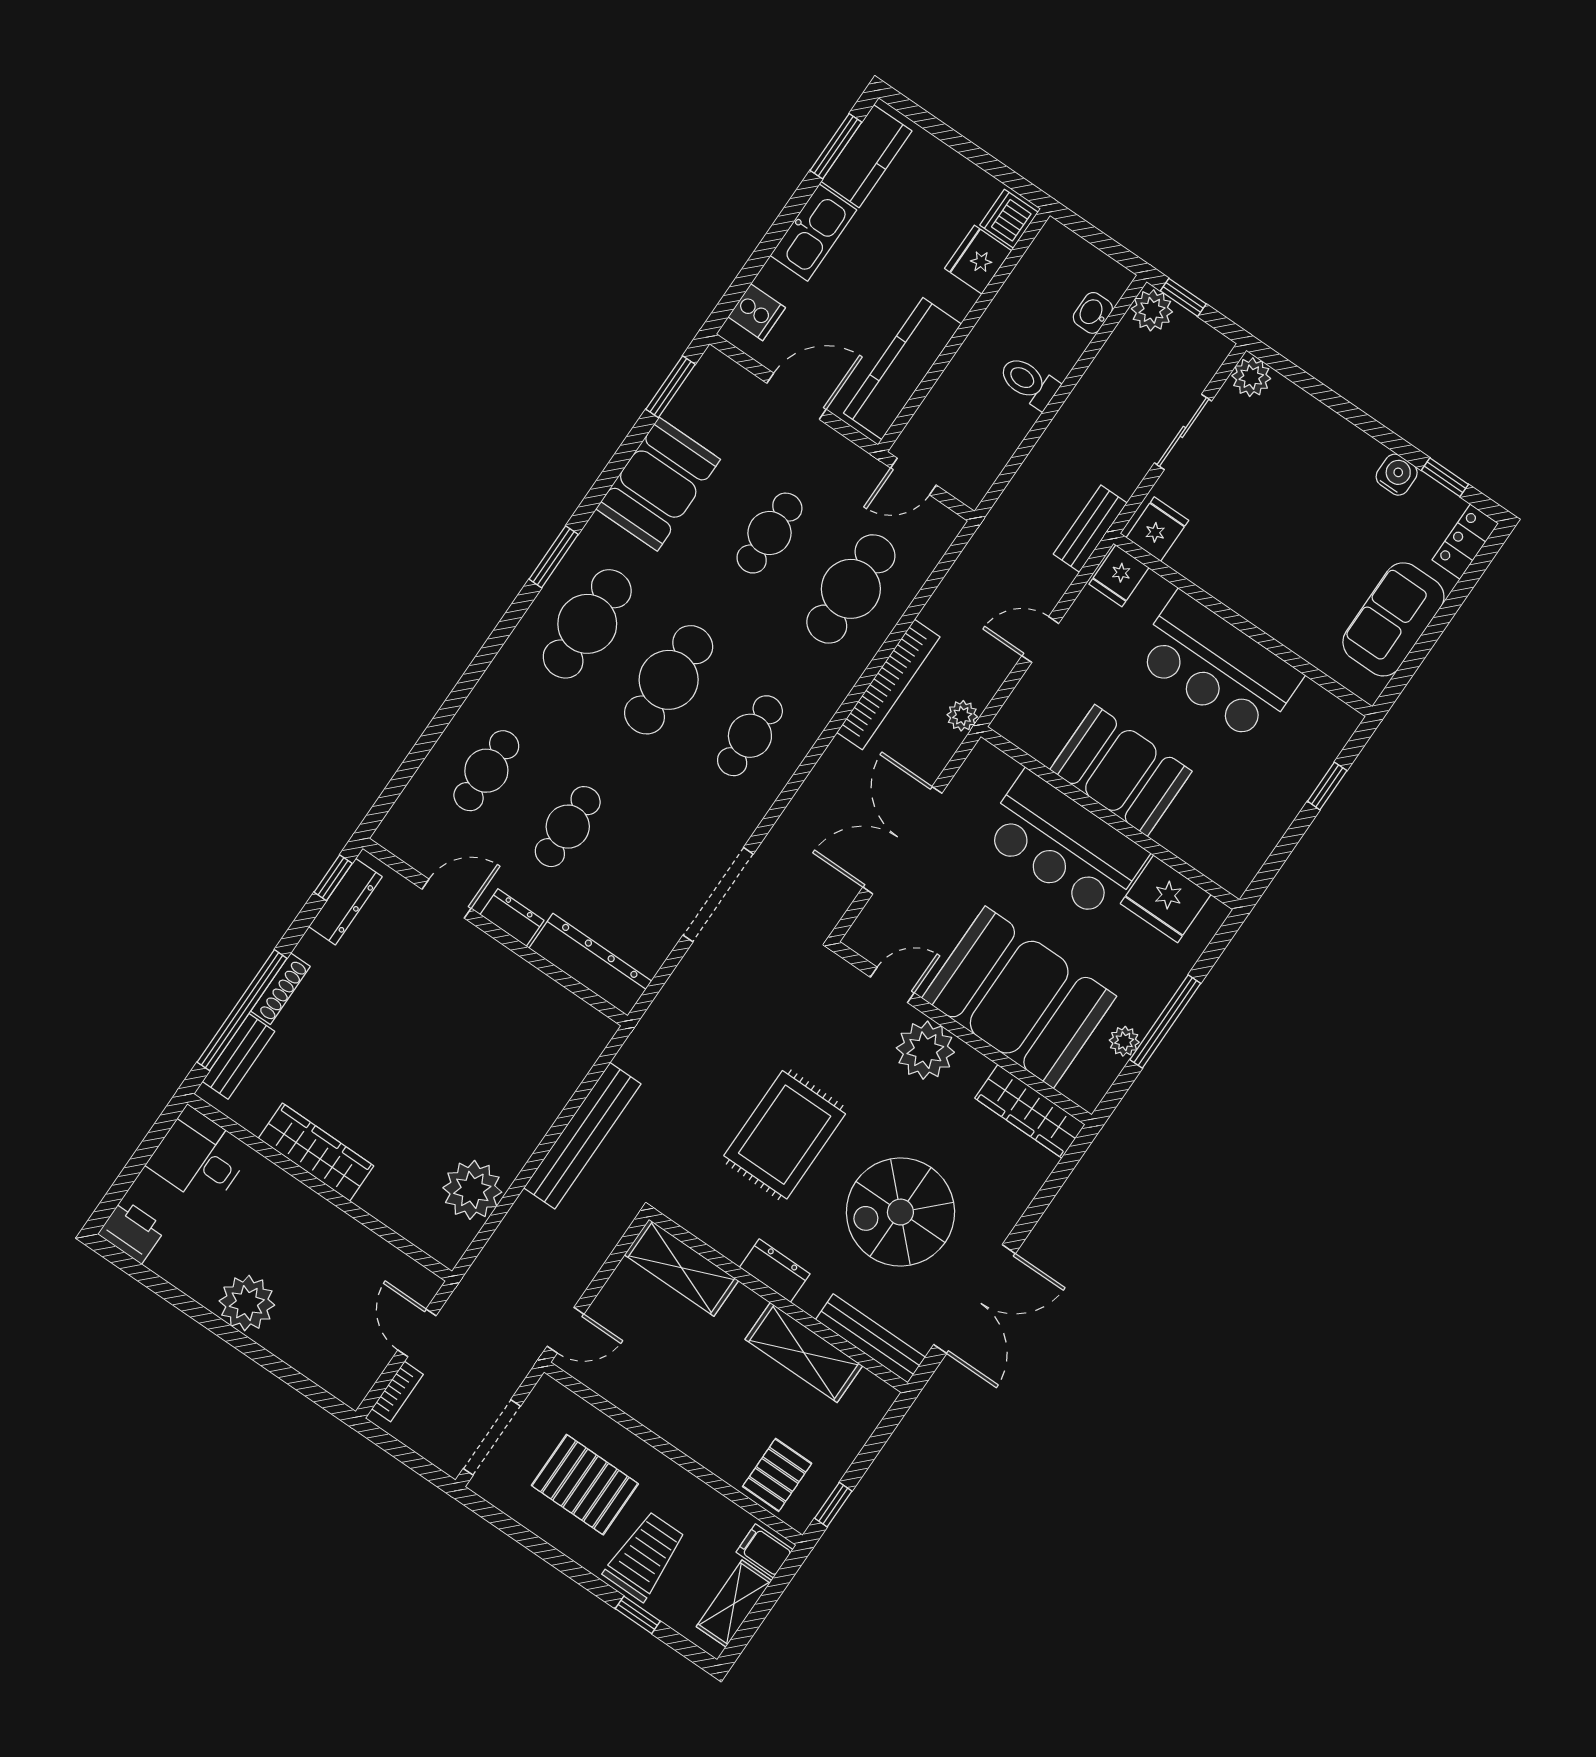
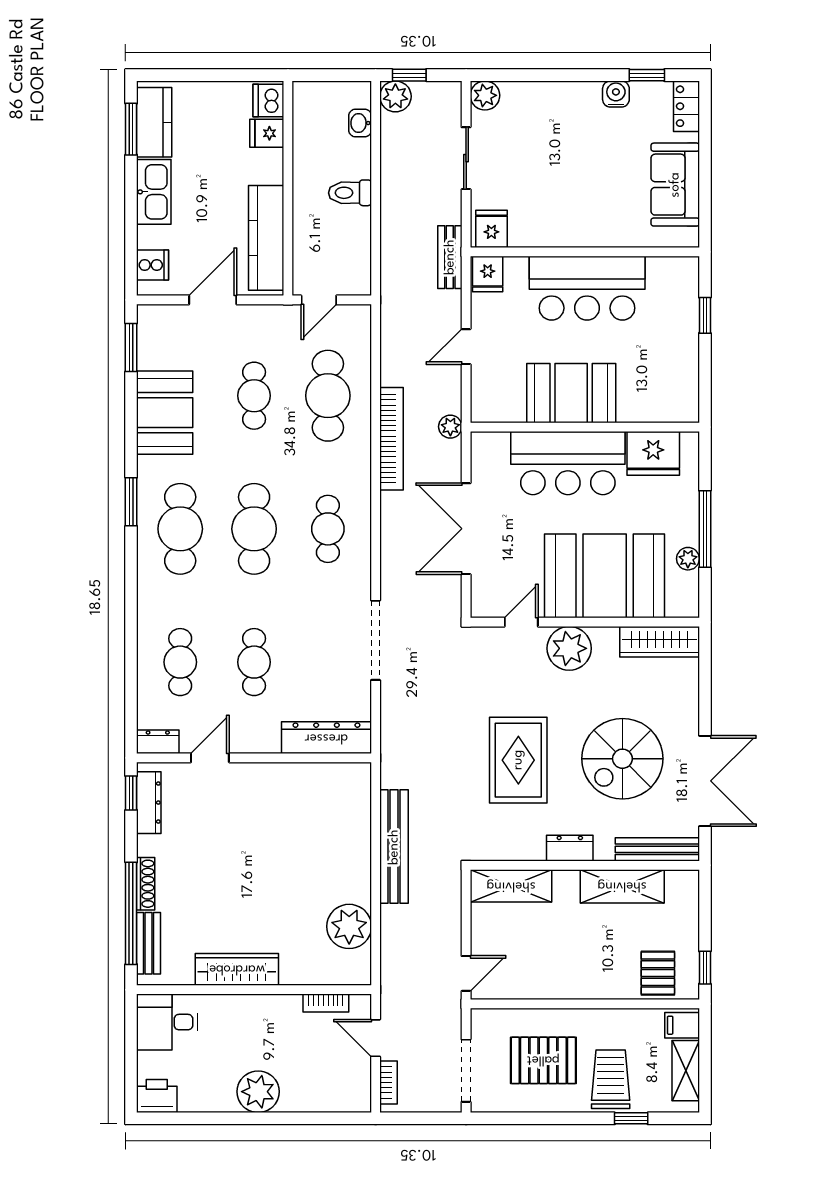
fridge: (978, 260) -> (267, 133), width x0.72
dresser: (512, 918) -> (158, 742), moved
bookcase: (389, 1257) -> (326, 1003), added

